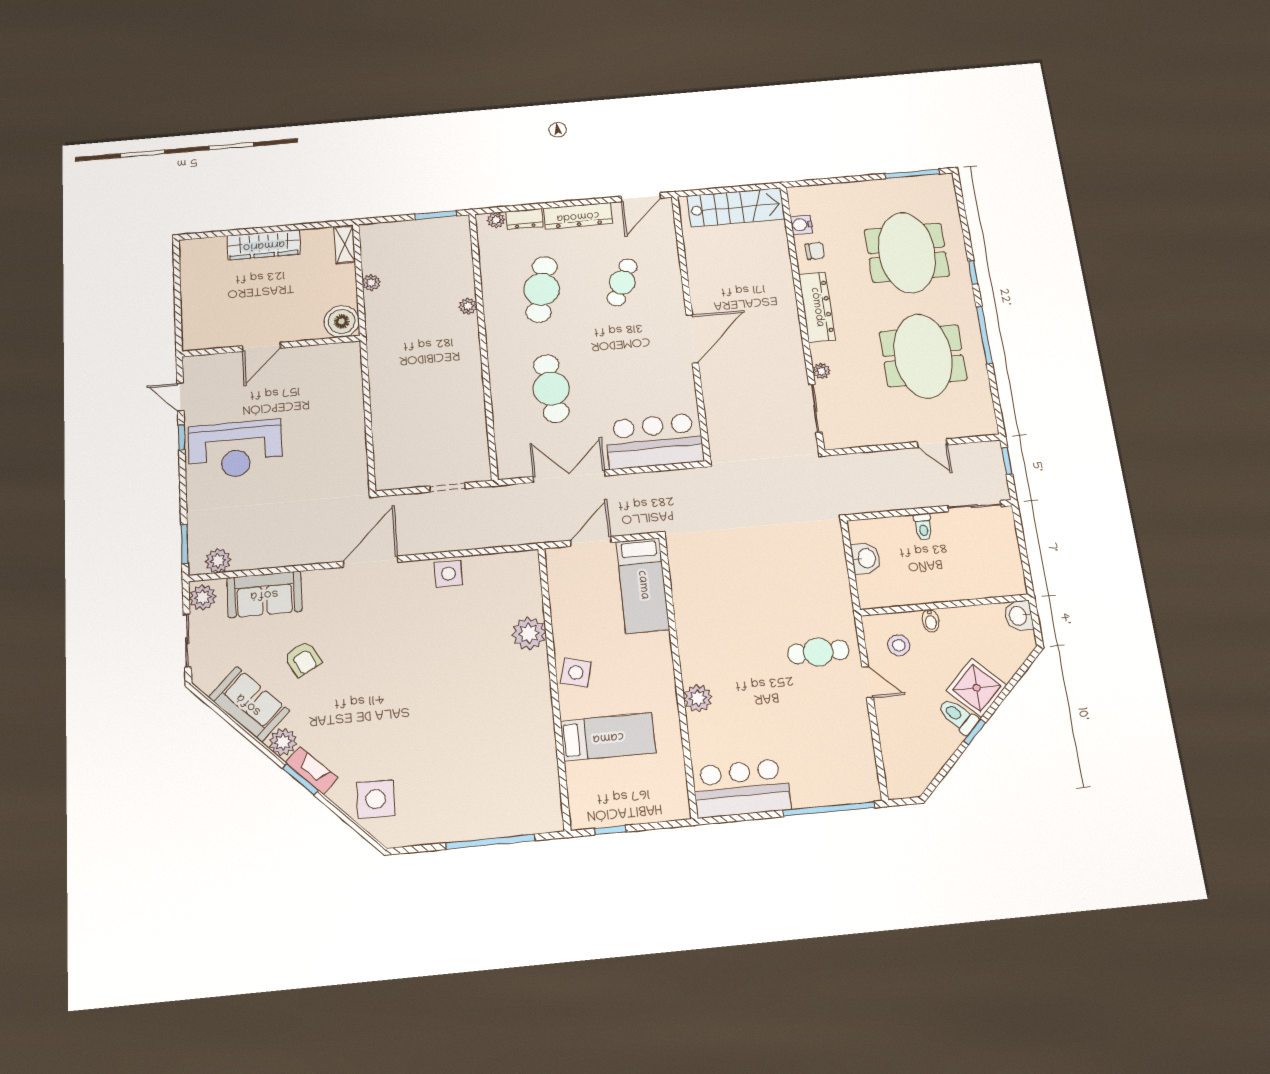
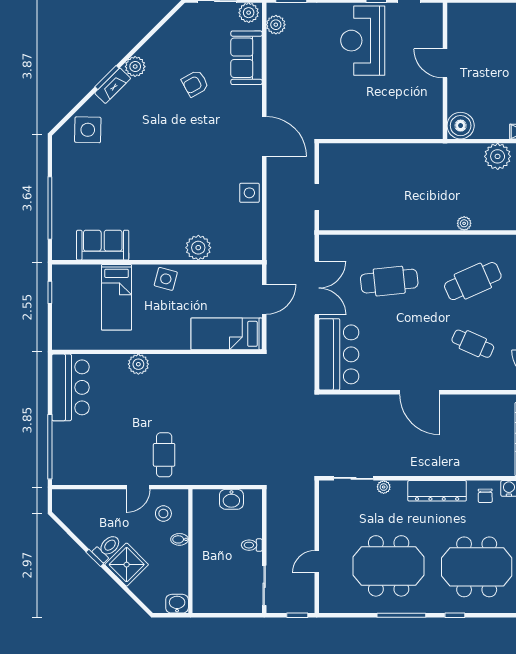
plant: (371, 283) -> (498, 156), width x1.88, depth x1.88
cafe table: (542, 289) -> (473, 281), turned -36
door: (591, 541) -> (264, 299), hinge flipped
sofa: (249, 704) -> (103, 245), moved, turned -135

